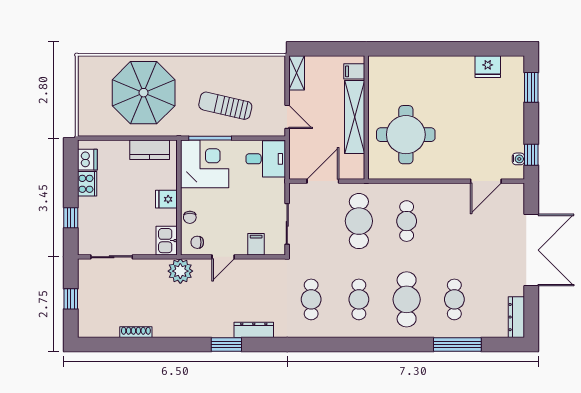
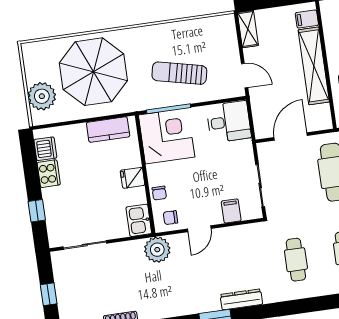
plant: (91, 109) -> (42, 96), added

